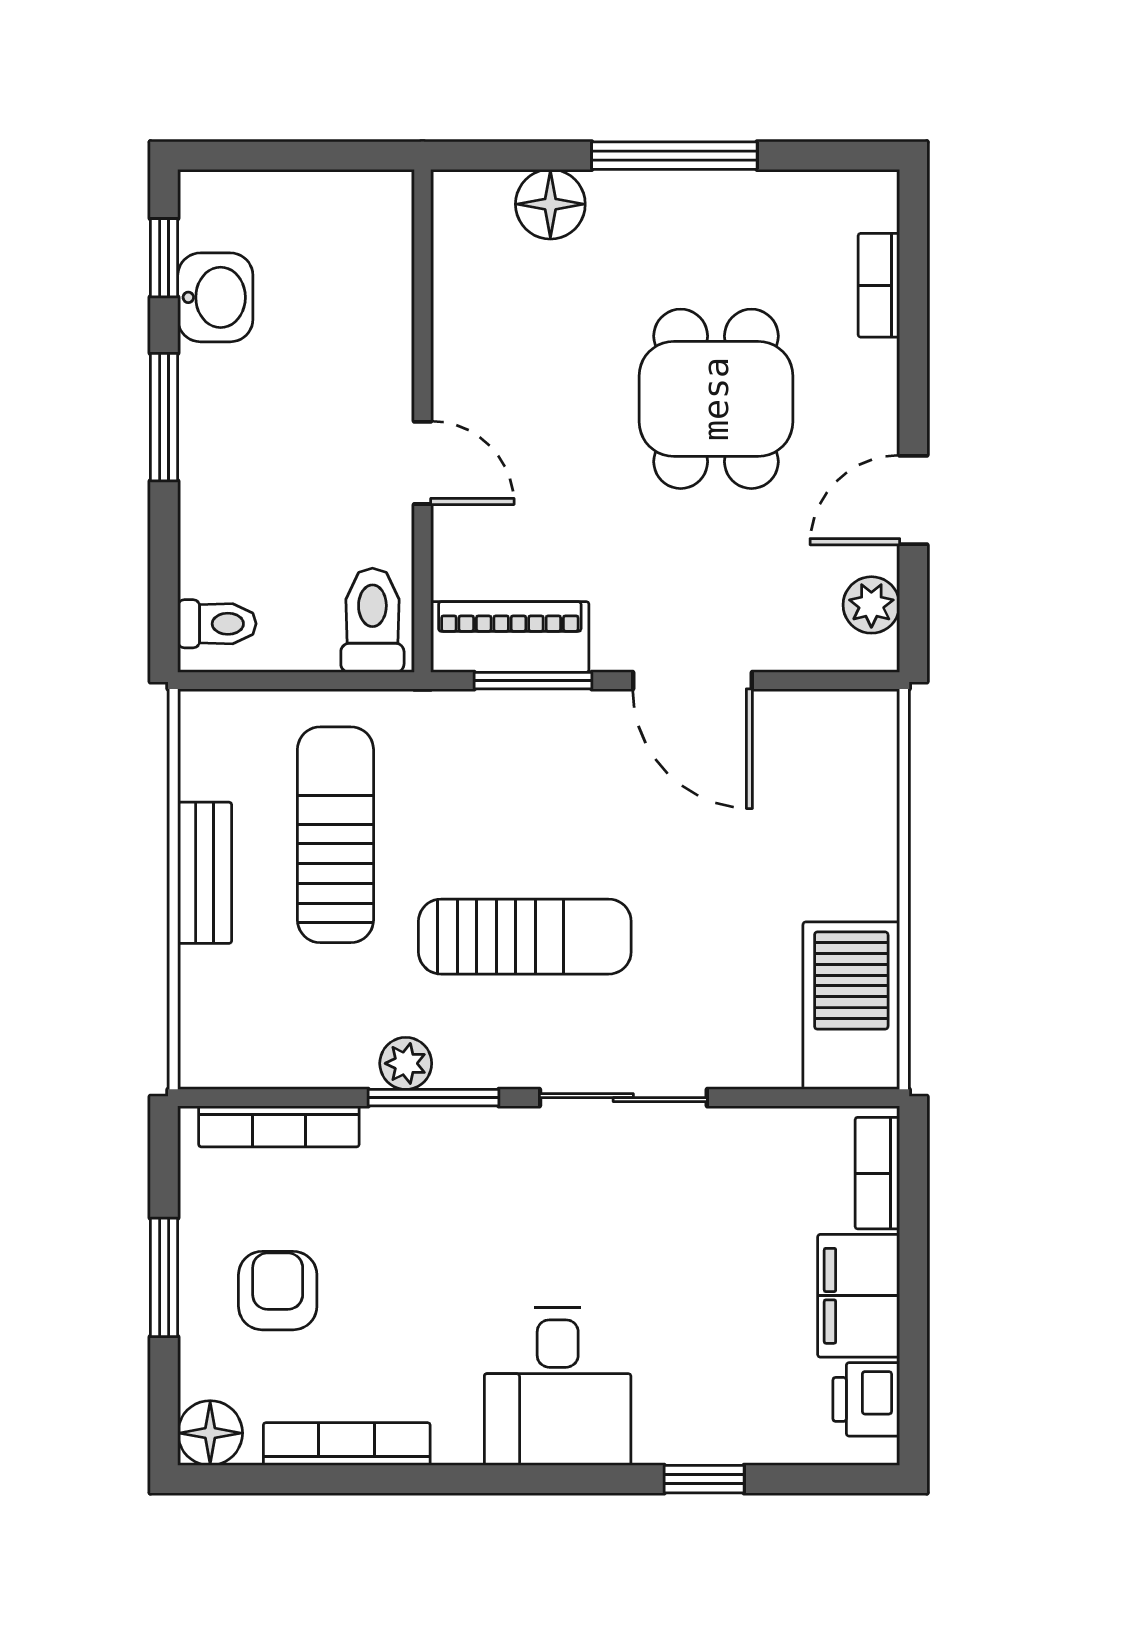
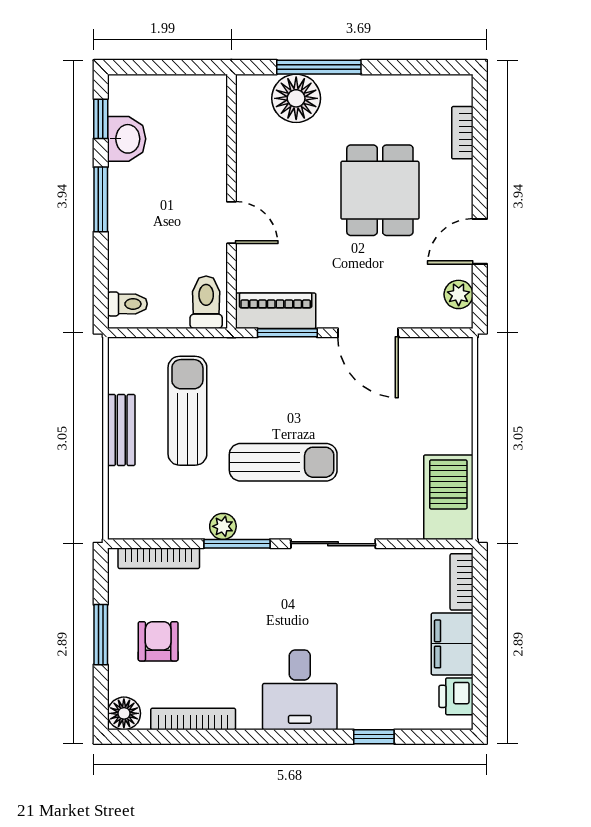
window: (674, 156) -> (319, 67), moved
floor lamp: (550, 204) -> (296, 98), width x1.38, depth x1.38

